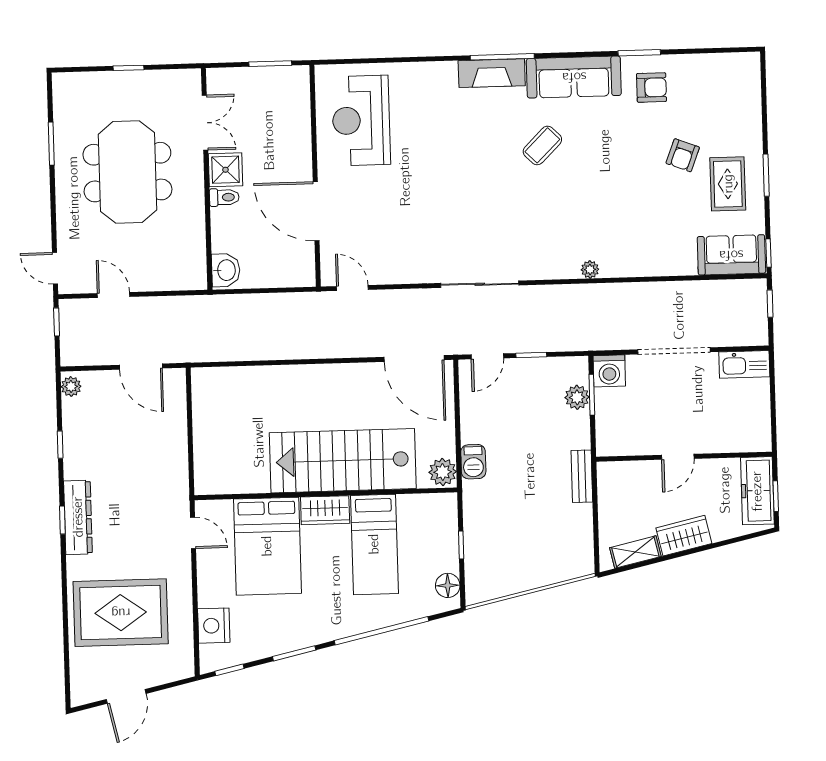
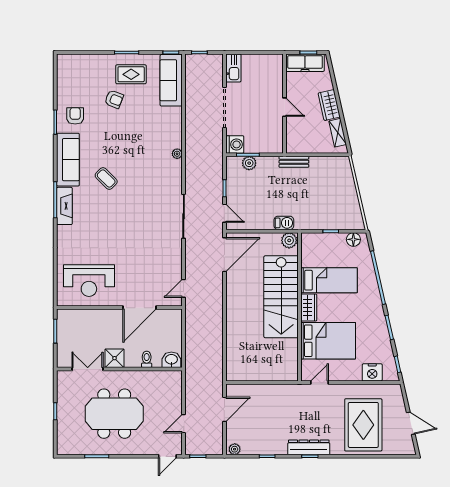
toilet: (224, 197) -> (147, 359), moved
sofa: (731, 255) -> (171, 80), width x1.36

